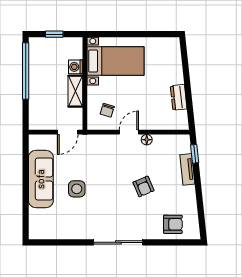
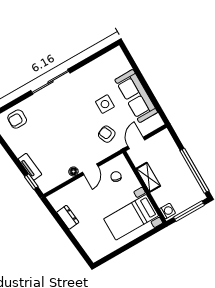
window: (54, 34) -> (189, 211), width x2.17
washing machine: (76, 67) -> (167, 211), moved
armchair: (143, 186) -> (107, 134), moved

